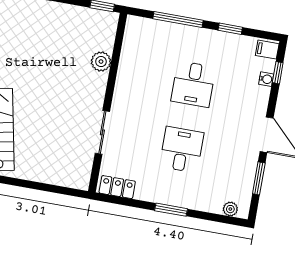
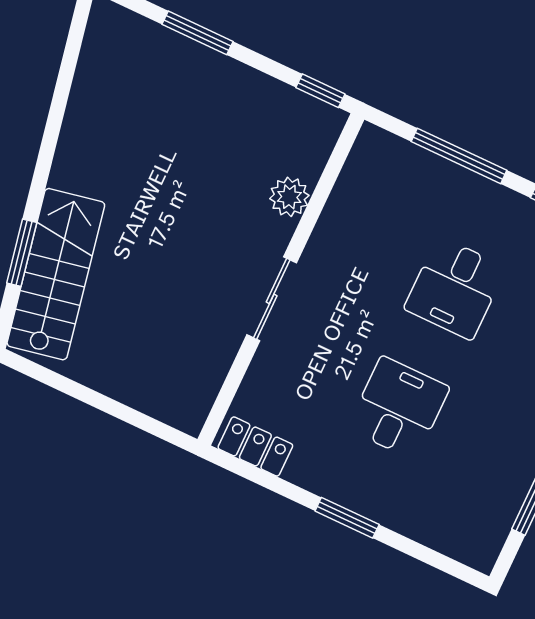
sliding door: (102, 132) -> (272, 299), moved
plant: (230, 209) -> (461, 547), removed

